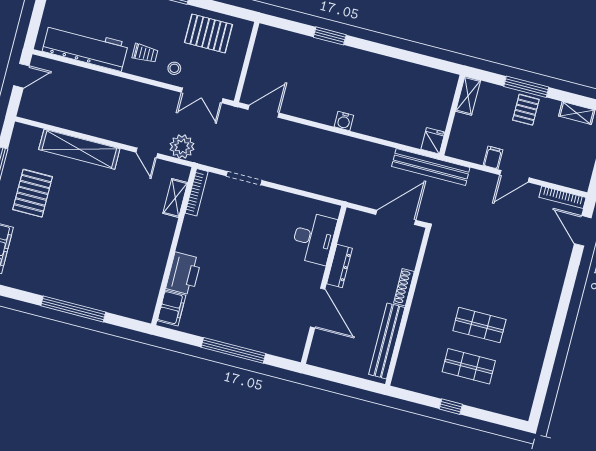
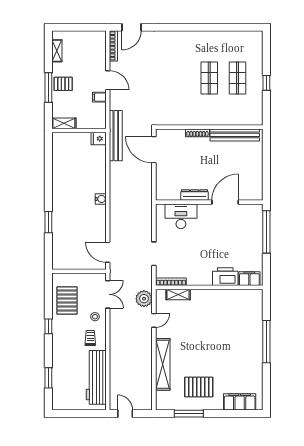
desk: (314, 238) -> (181, 216), moved
dresser: (340, 266) -> (195, 195), moved
wall: (324, 285) -> (209, 202), moved
door: (318, 308) -> (225, 202), moved

